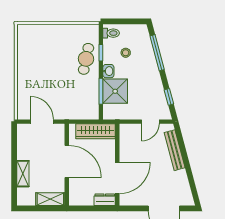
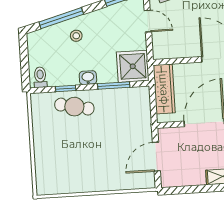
stool: (126, 53) -> (76, 36), moved
shower: (115, 91) -> (133, 66), moved

